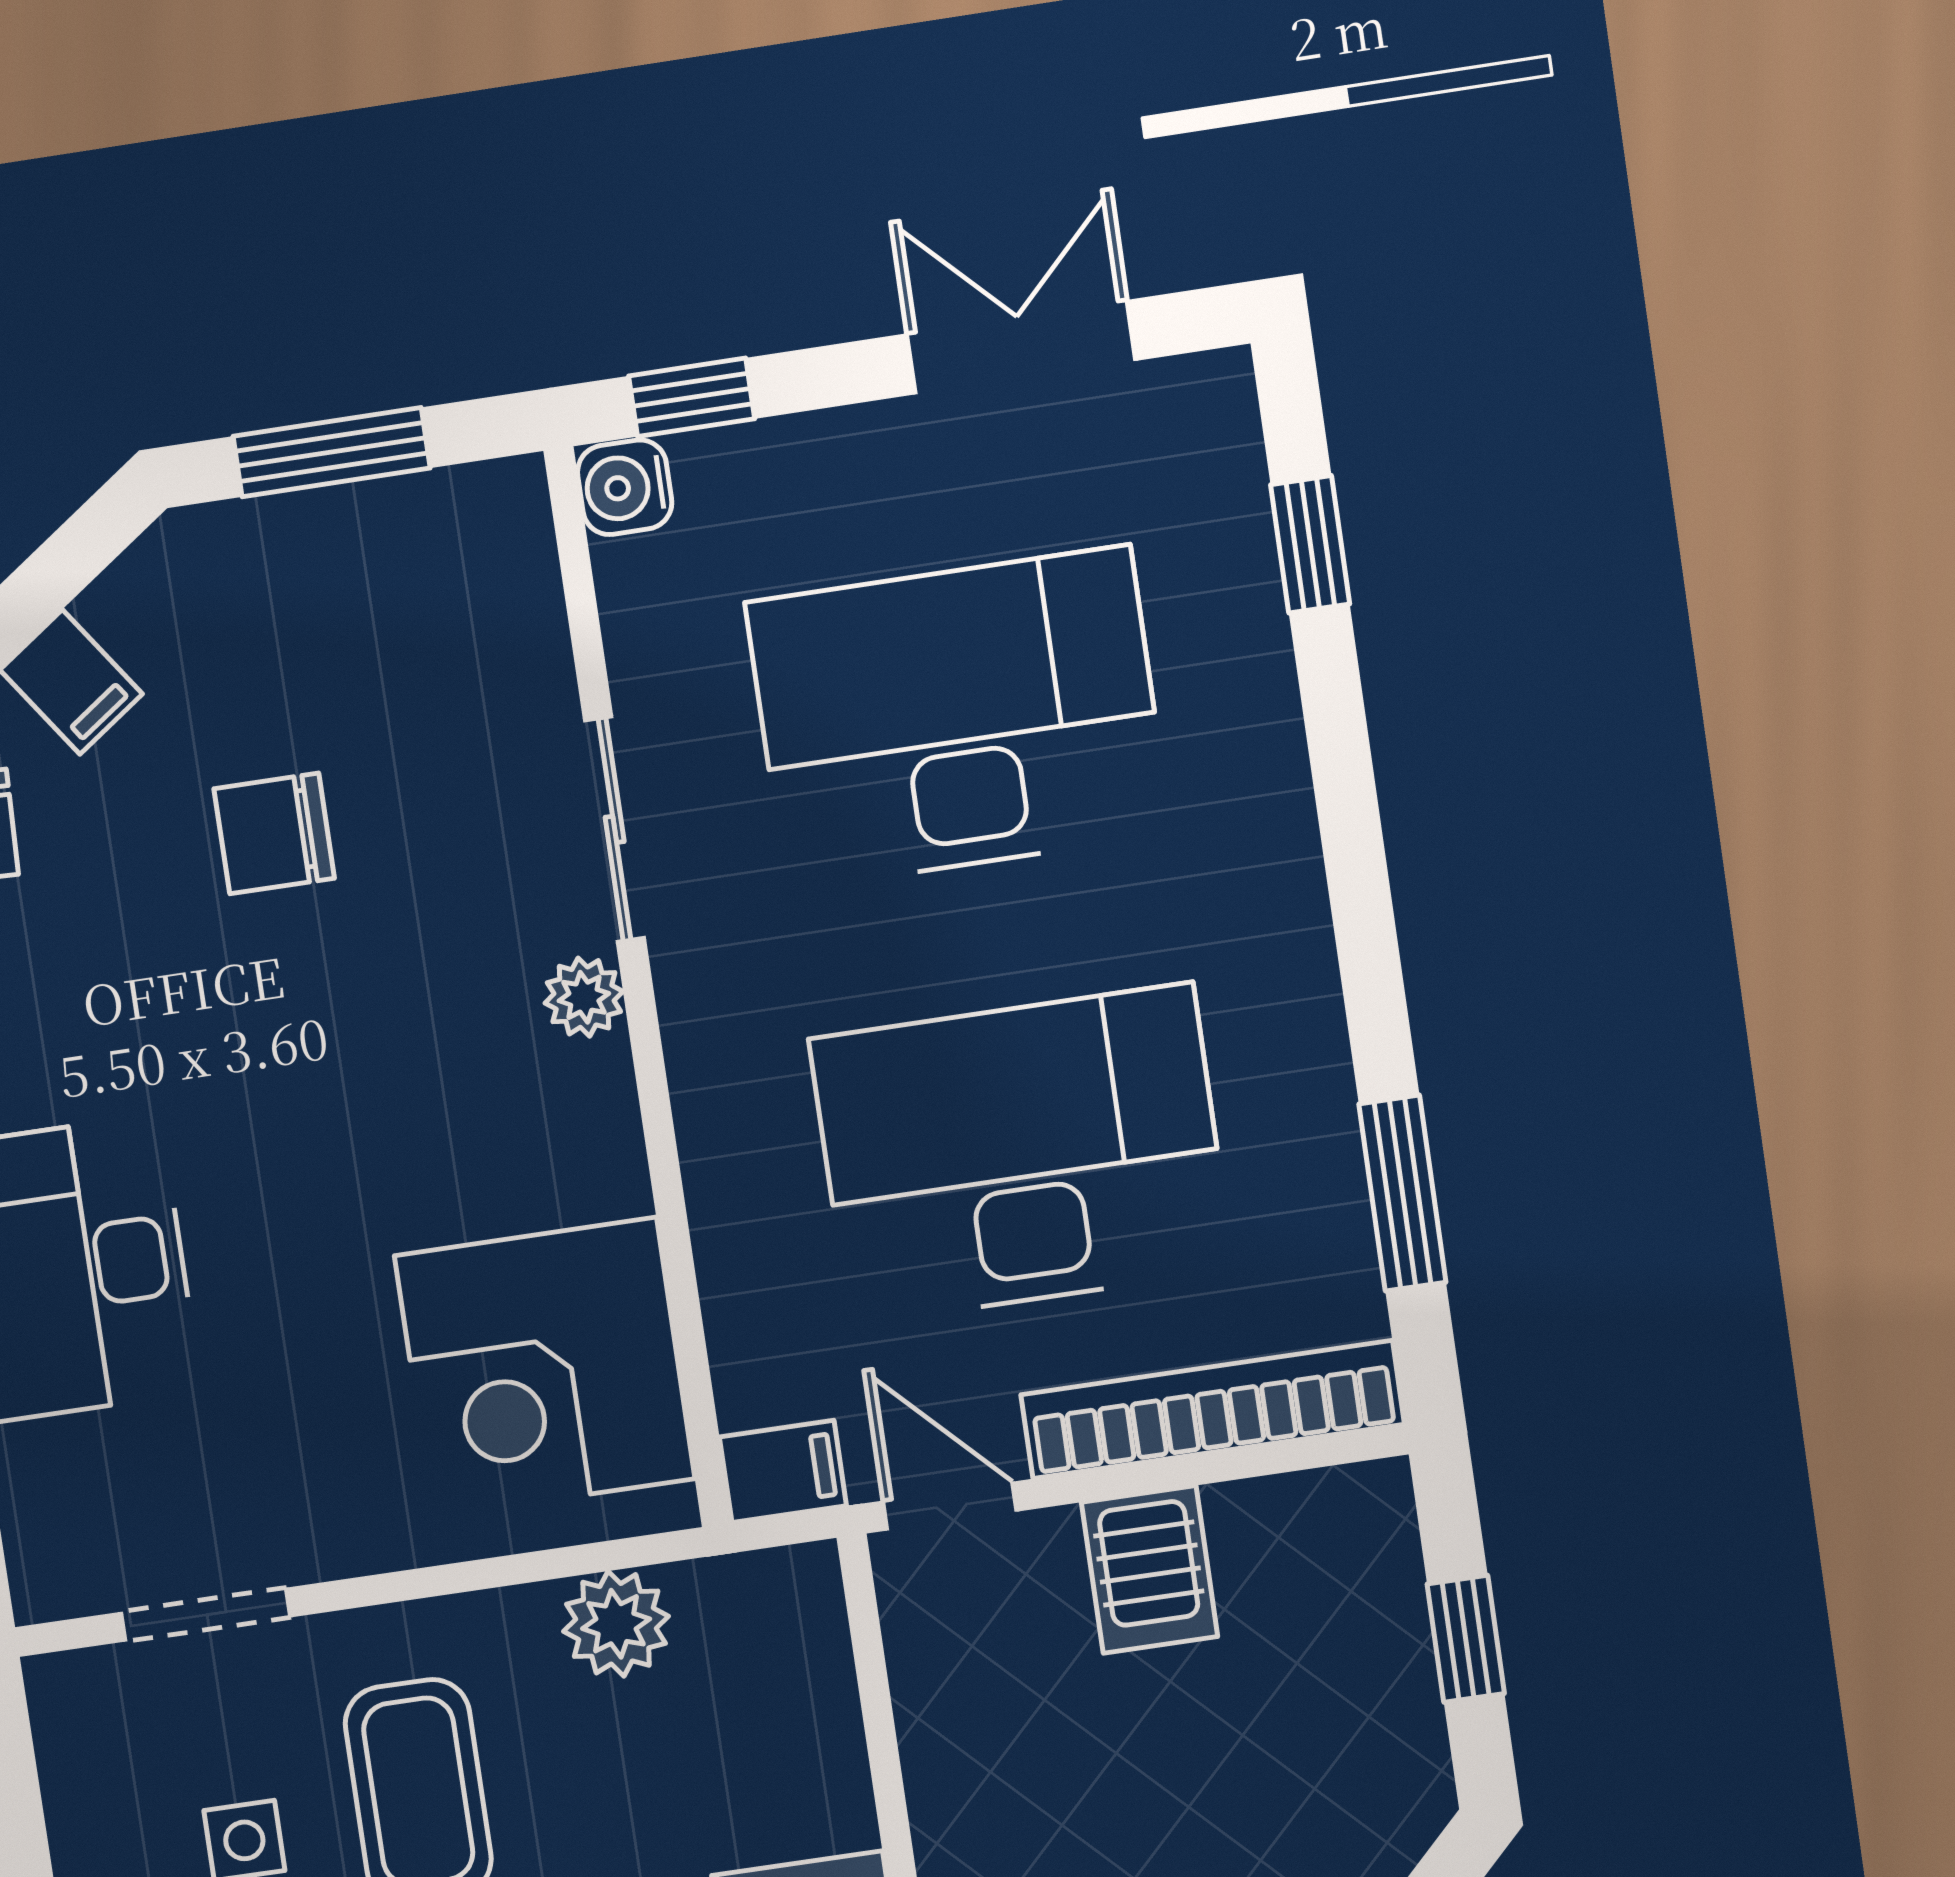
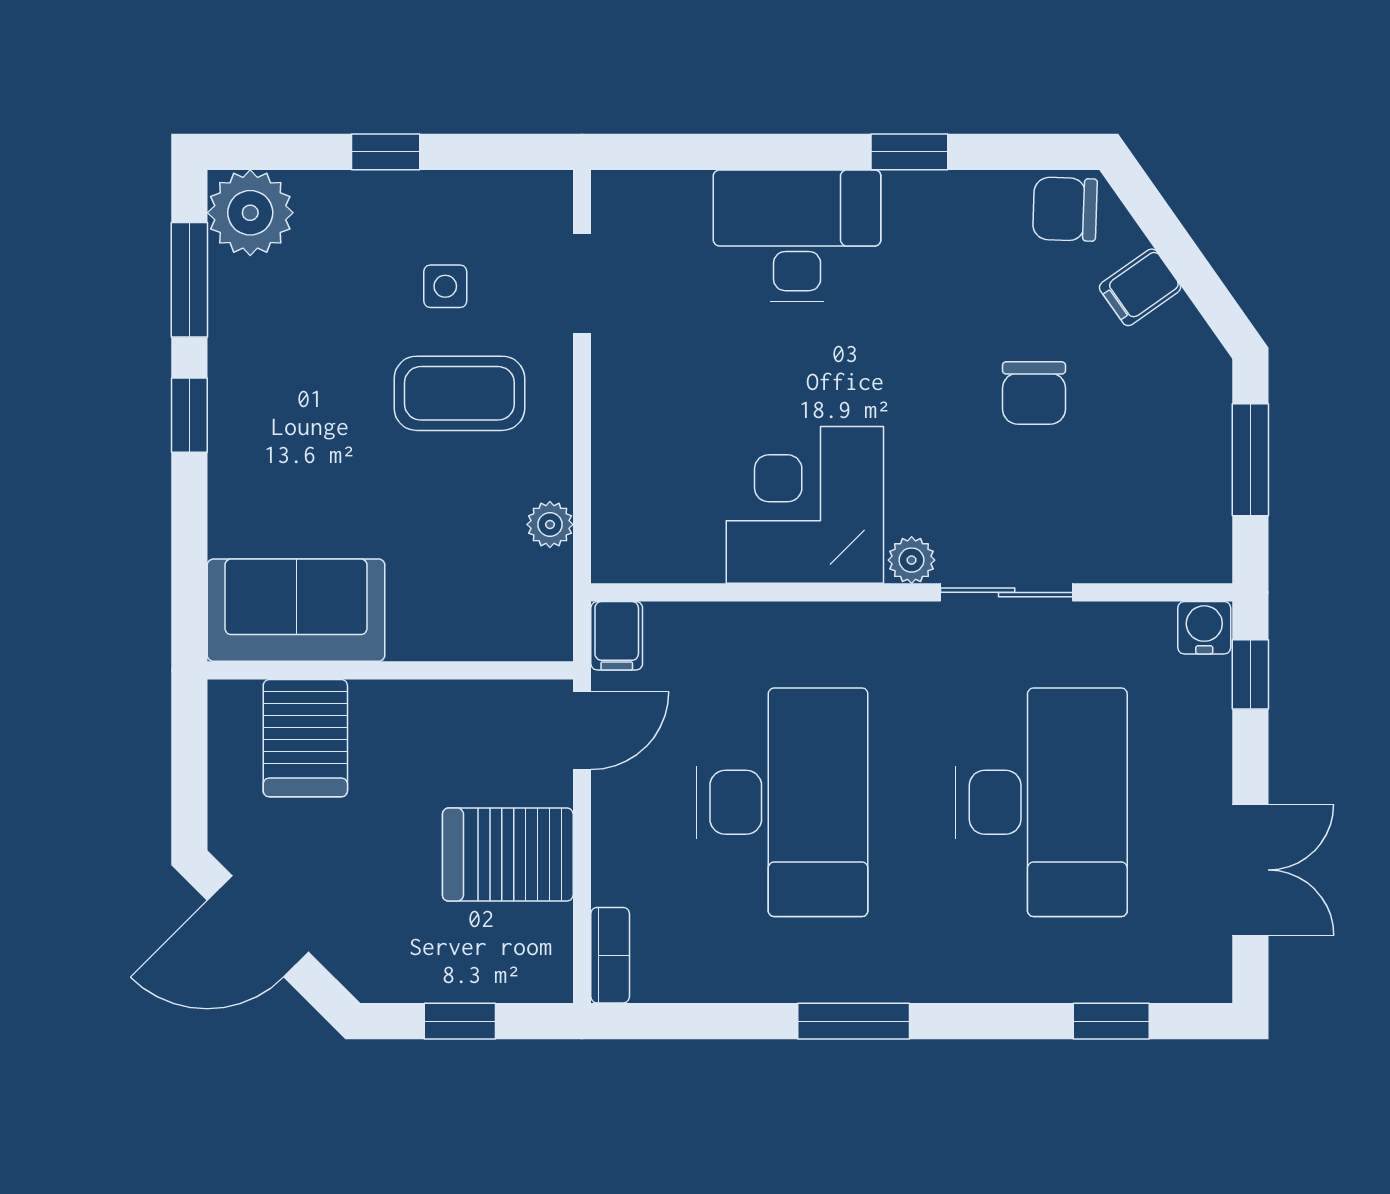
chair: (274, 833) -> (1034, 393), turned 180
window: (1402, 1193) -> (854, 1021), moved
corner desk: (545, 1367) -> (805, 505), moved
bookcase: (1213, 1409) -> (610, 955), width x0.43, depth x0.76
server rack: (1150, 1569) -> (508, 855), width x1.36, depth x1.44
plant: (616, 1624) -> (550, 524), width x0.73, depth x0.73

